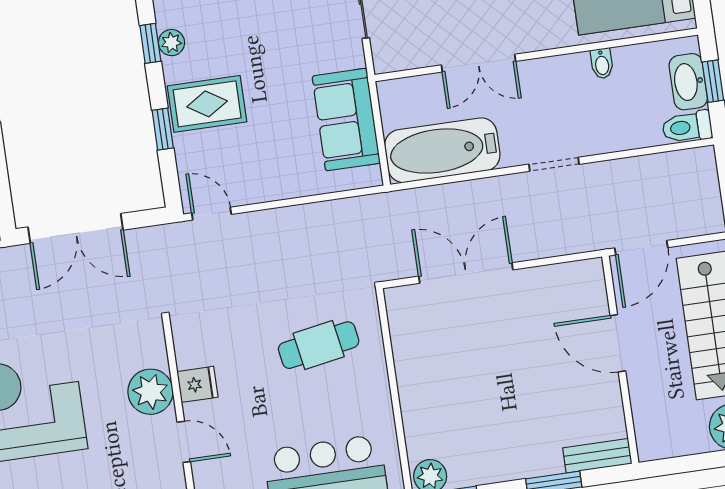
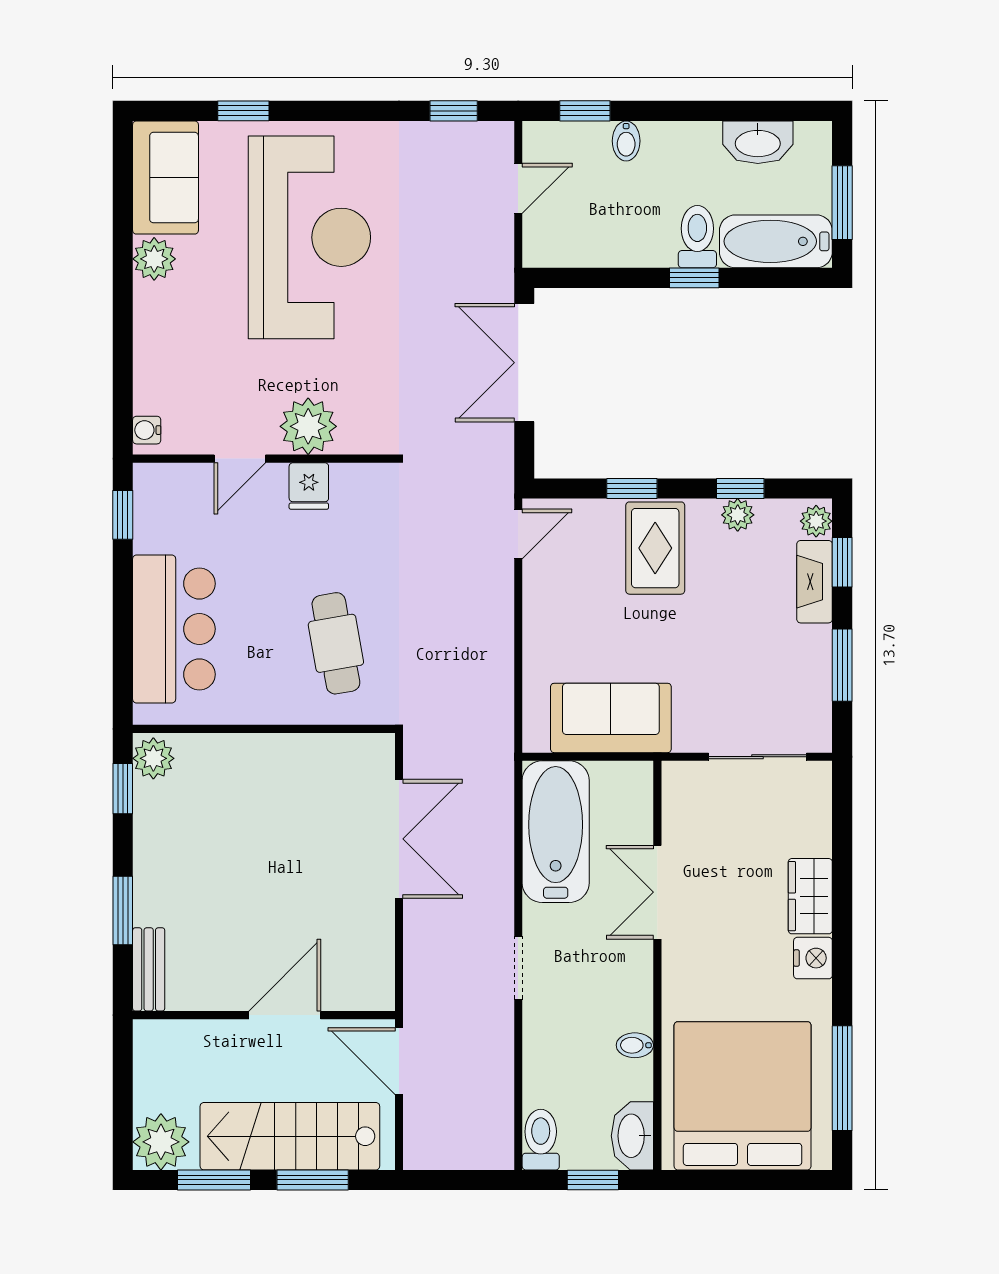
washbasin: (688, 82) -> (632, 1136), moved, turned -90

